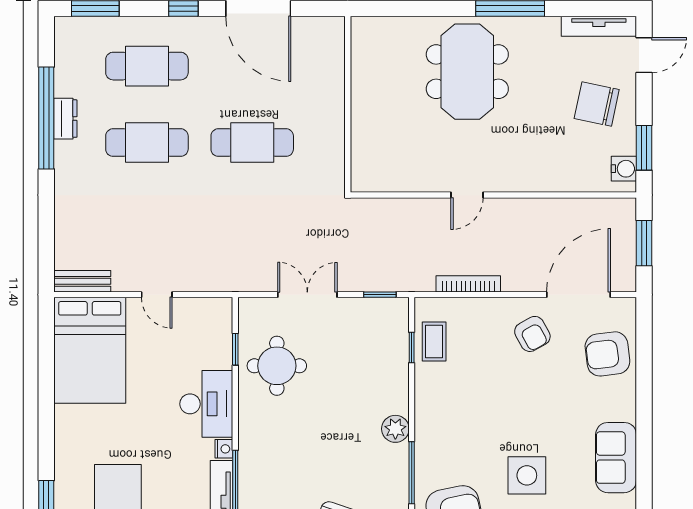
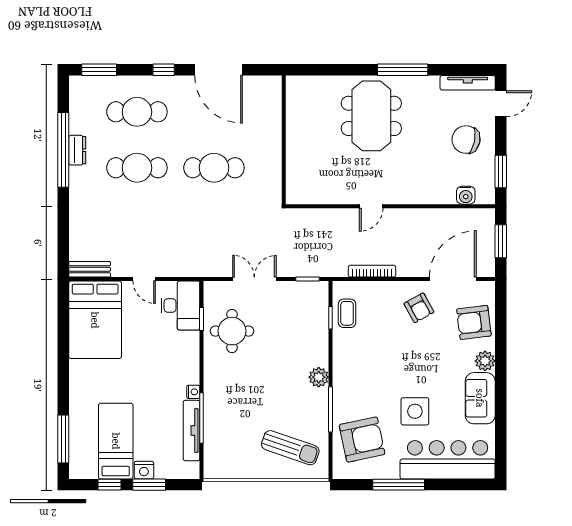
water cooler: (624, 169) -> (466, 195), moved, turned 90
desk: (206, 404) -> (180, 305), moved
plant: (623, 407) -> (485, 361), added

